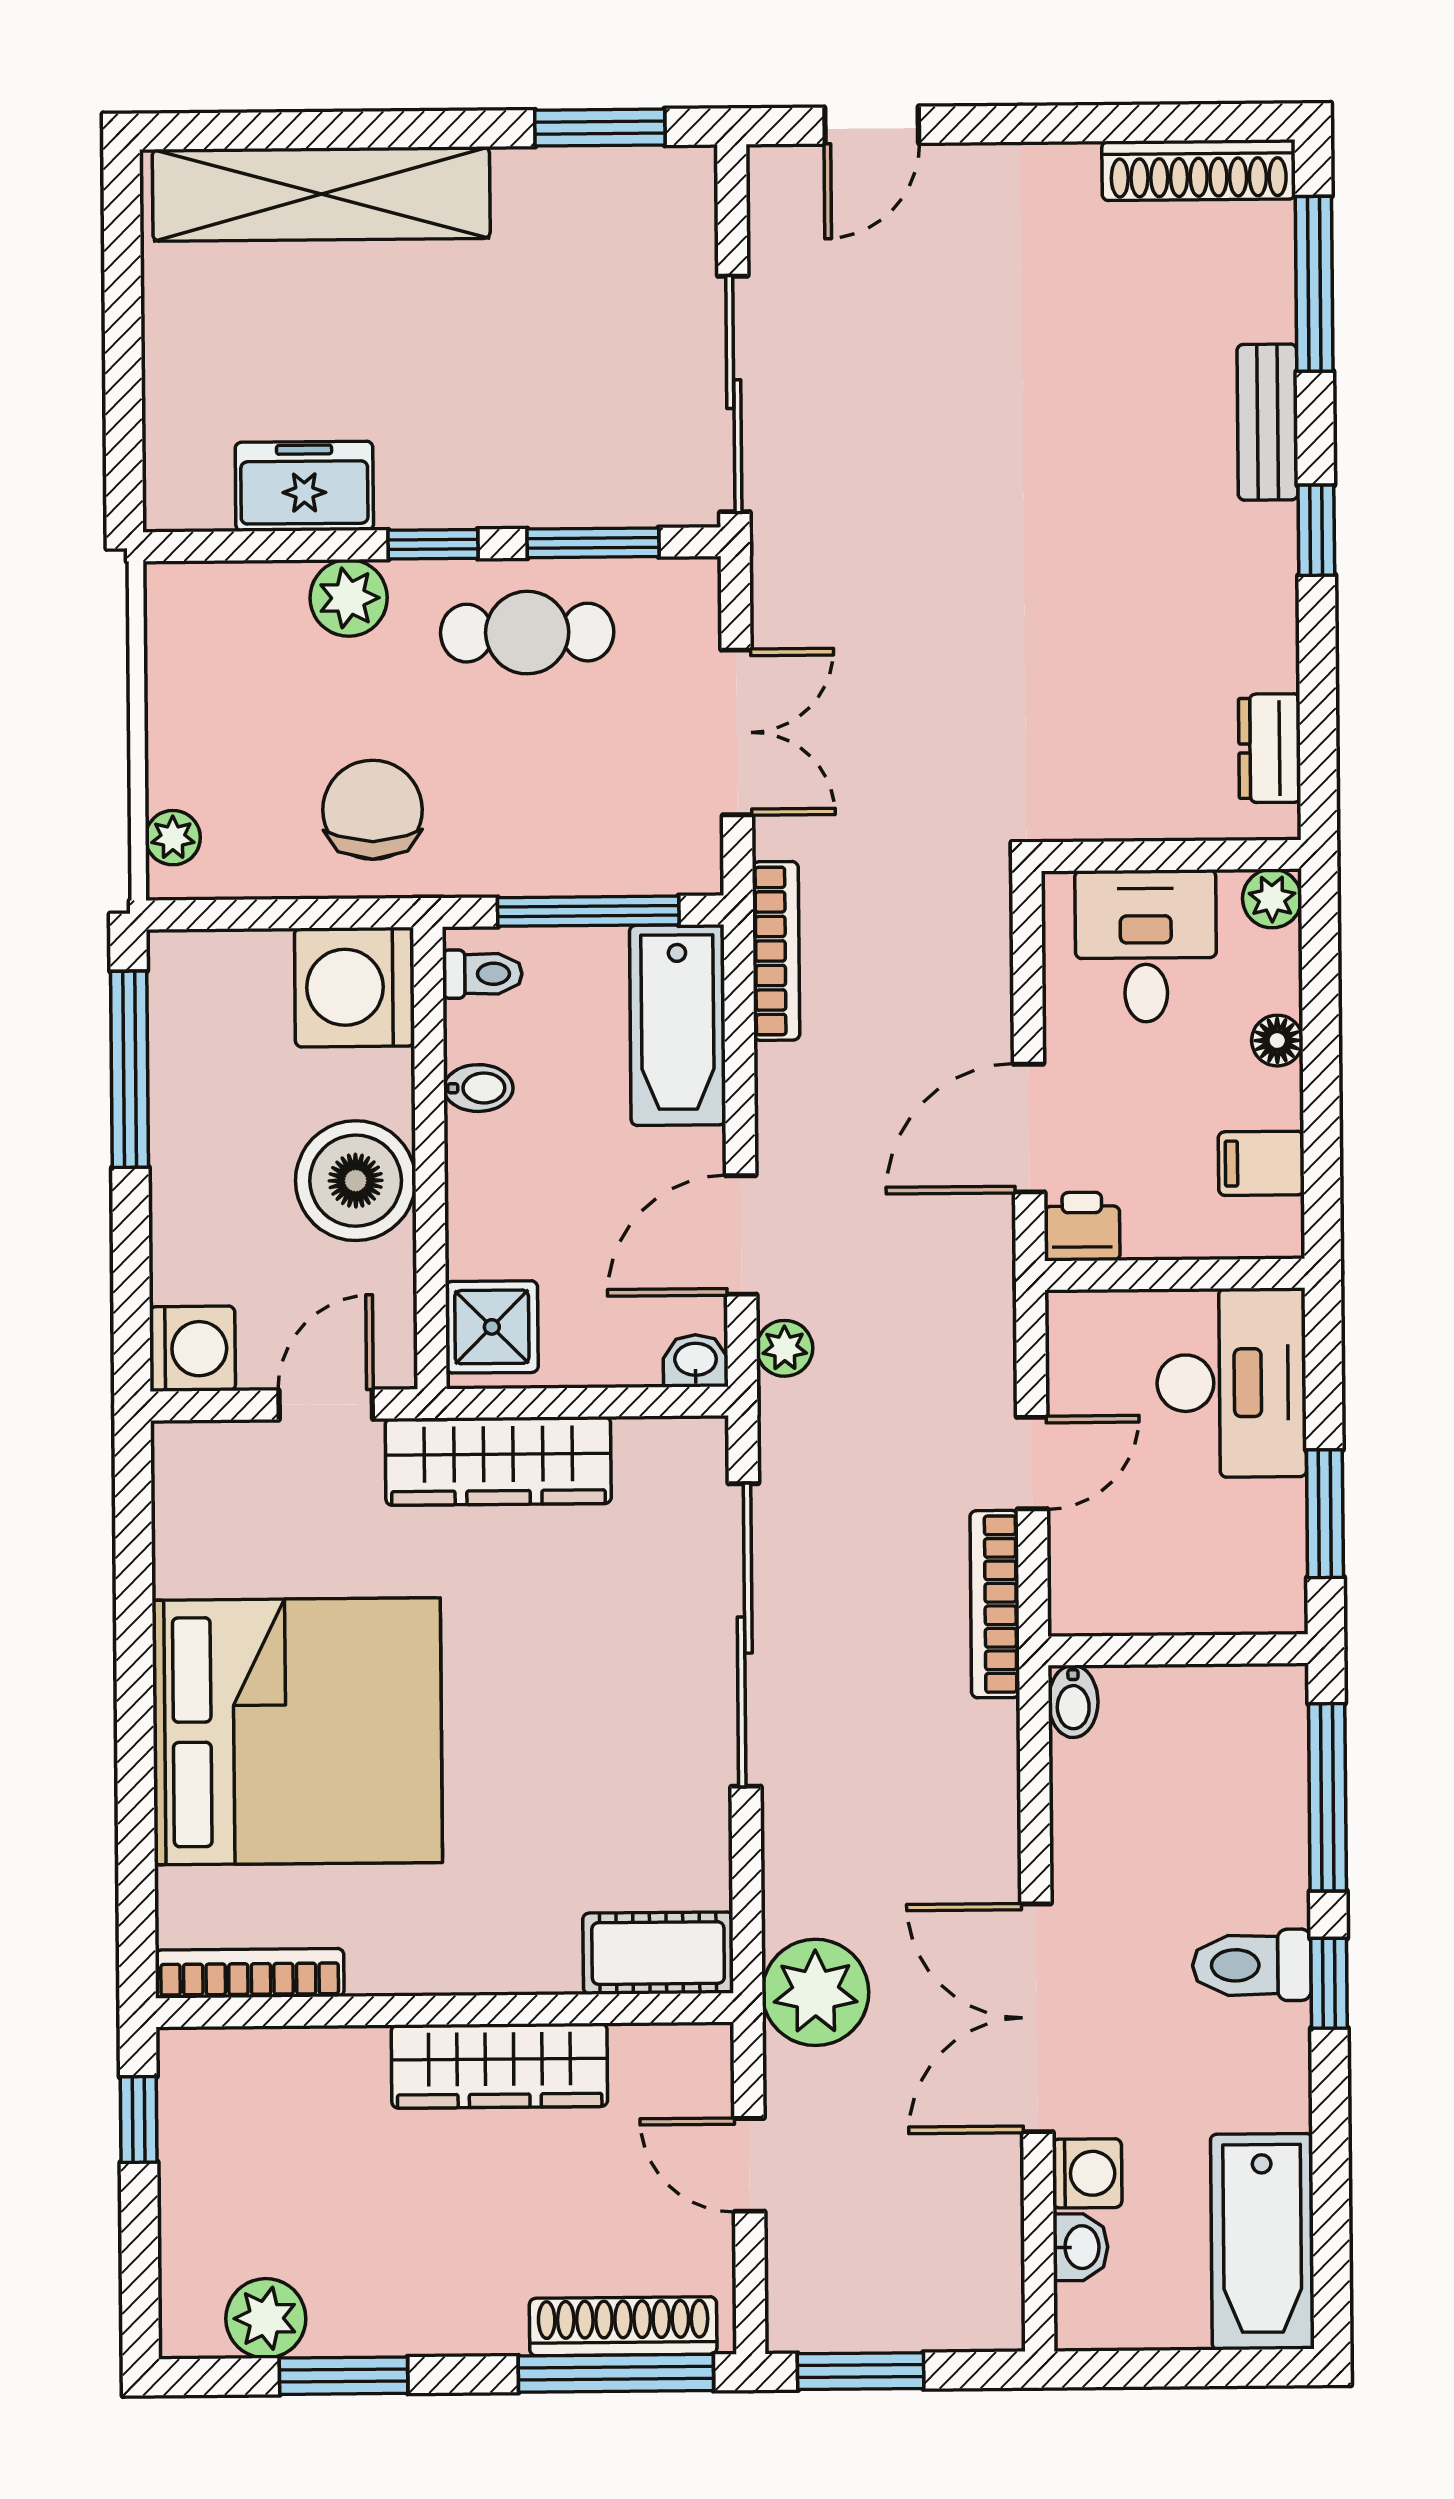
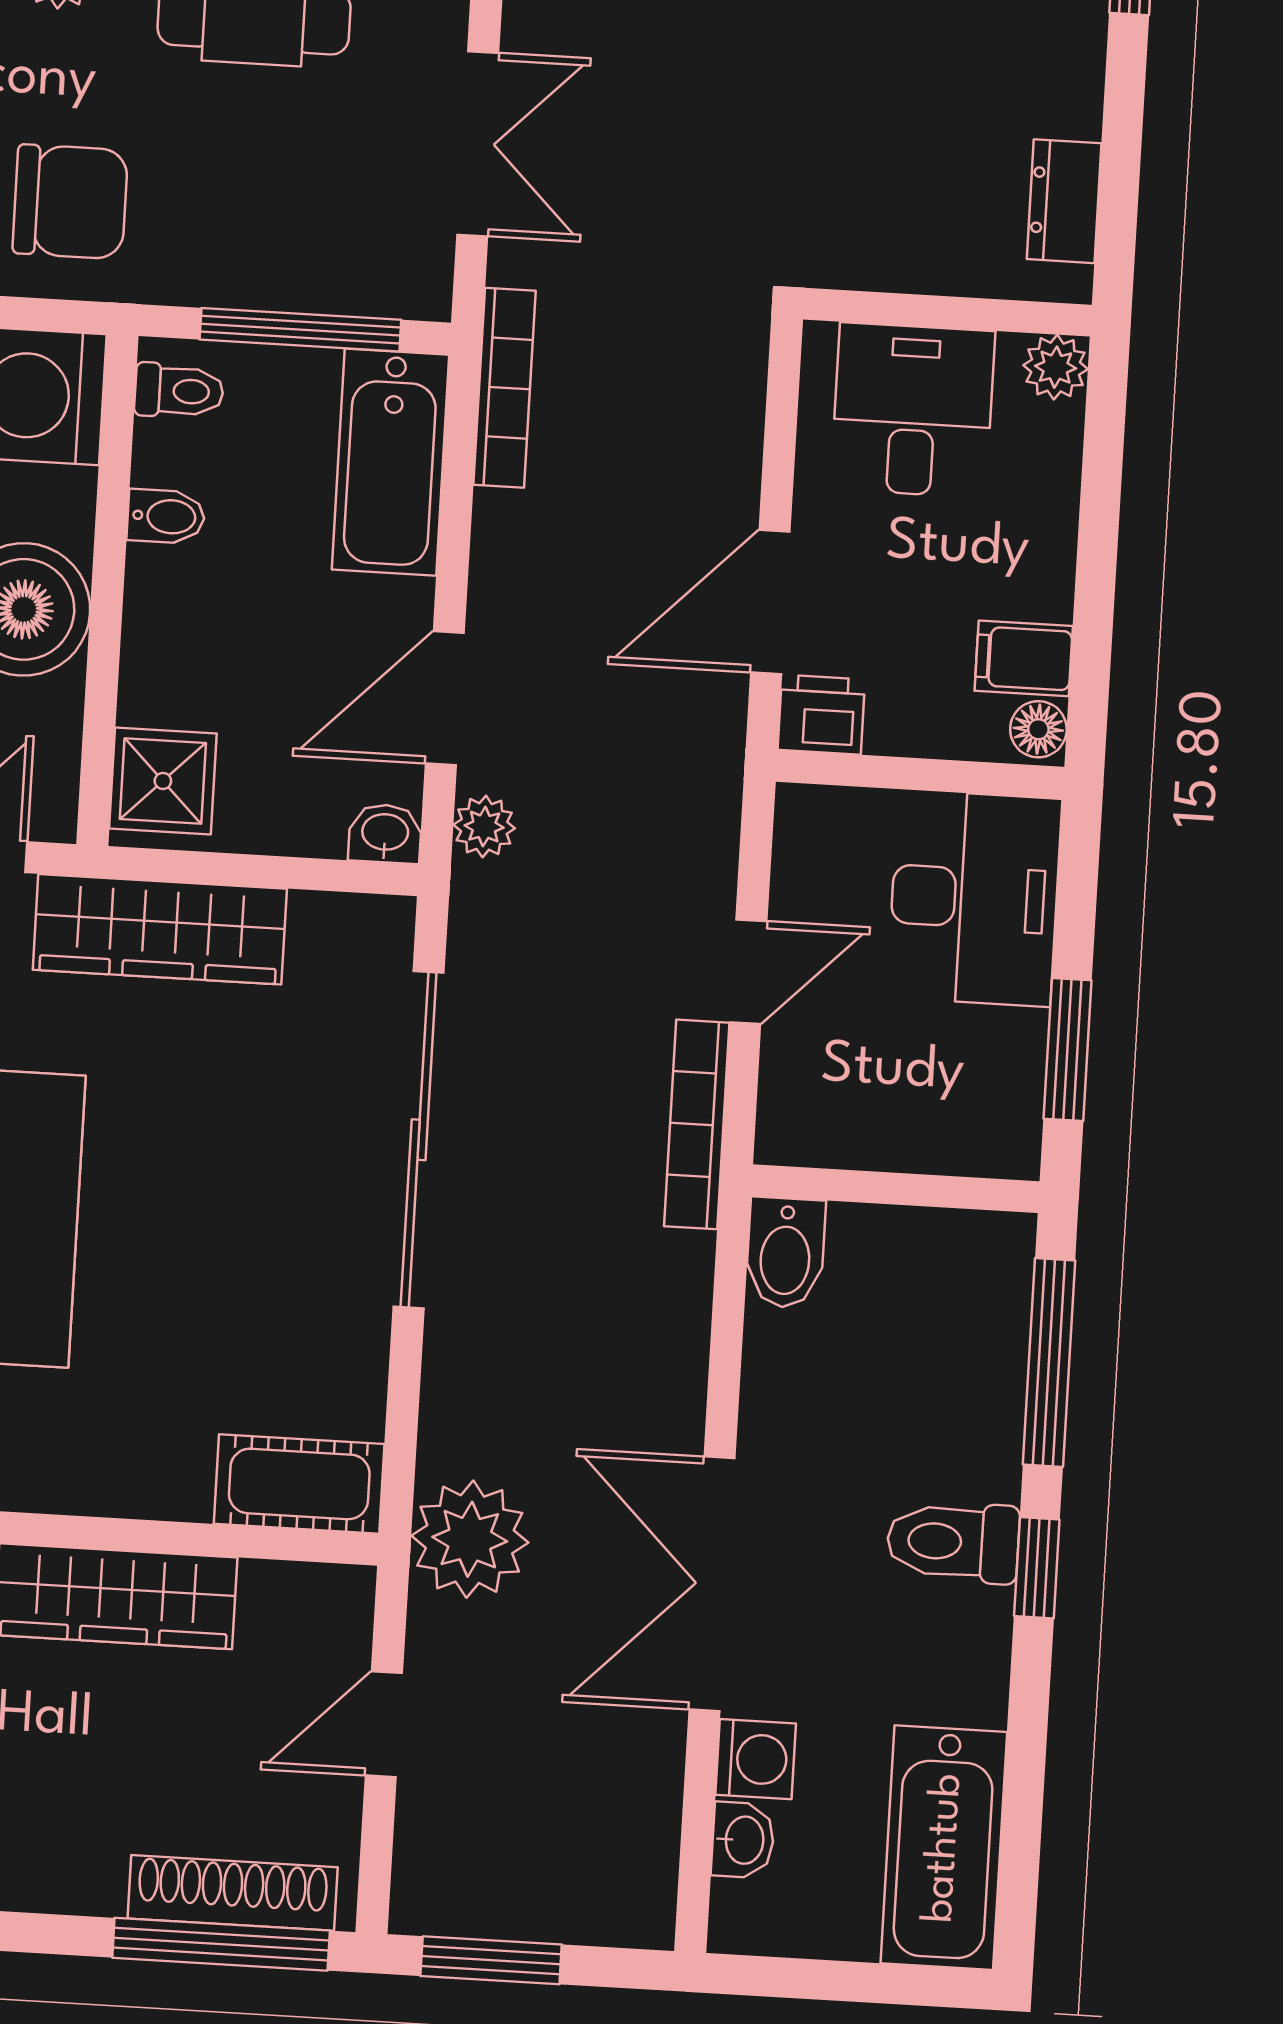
chair: (372, 810) -> (70, 202), turned 90
floor lamp: (1277, 1041) -> (1038, 729), moved
bidet: (1073, 1701) -> (785, 1253), width x1.38, depth x1.36
door: (749, 2165) -> (384, 1724), hinge flipped

